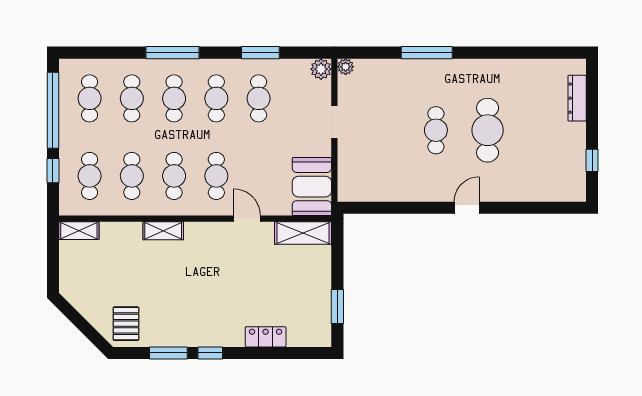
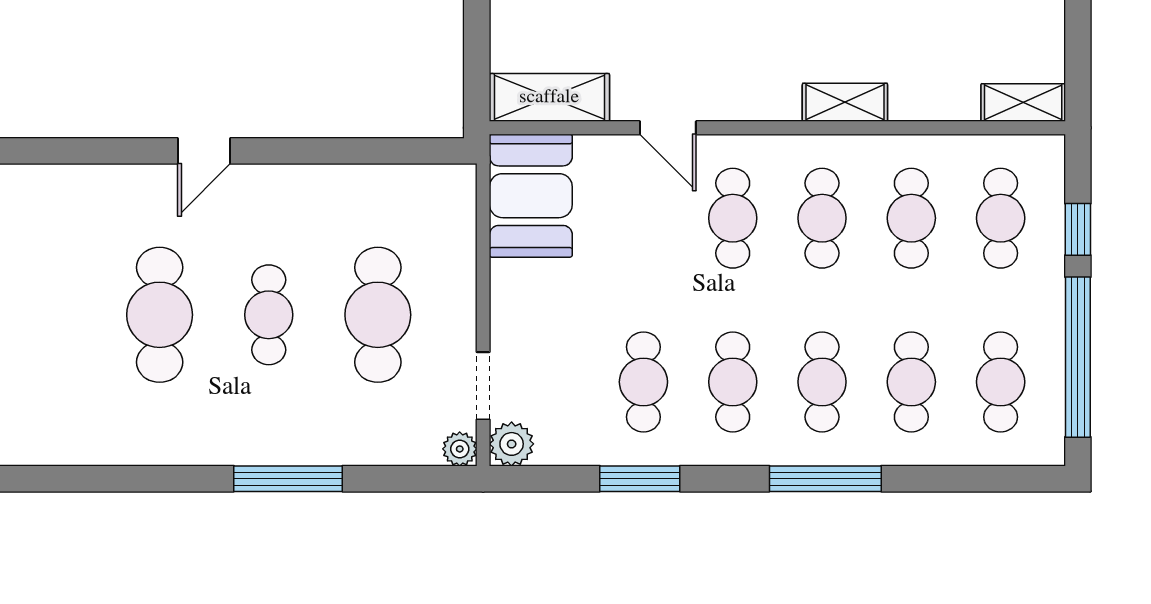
doorway: (334, 122) -> (483, 386), moved
cafe table: (384, 130) -> (378, 315), added

